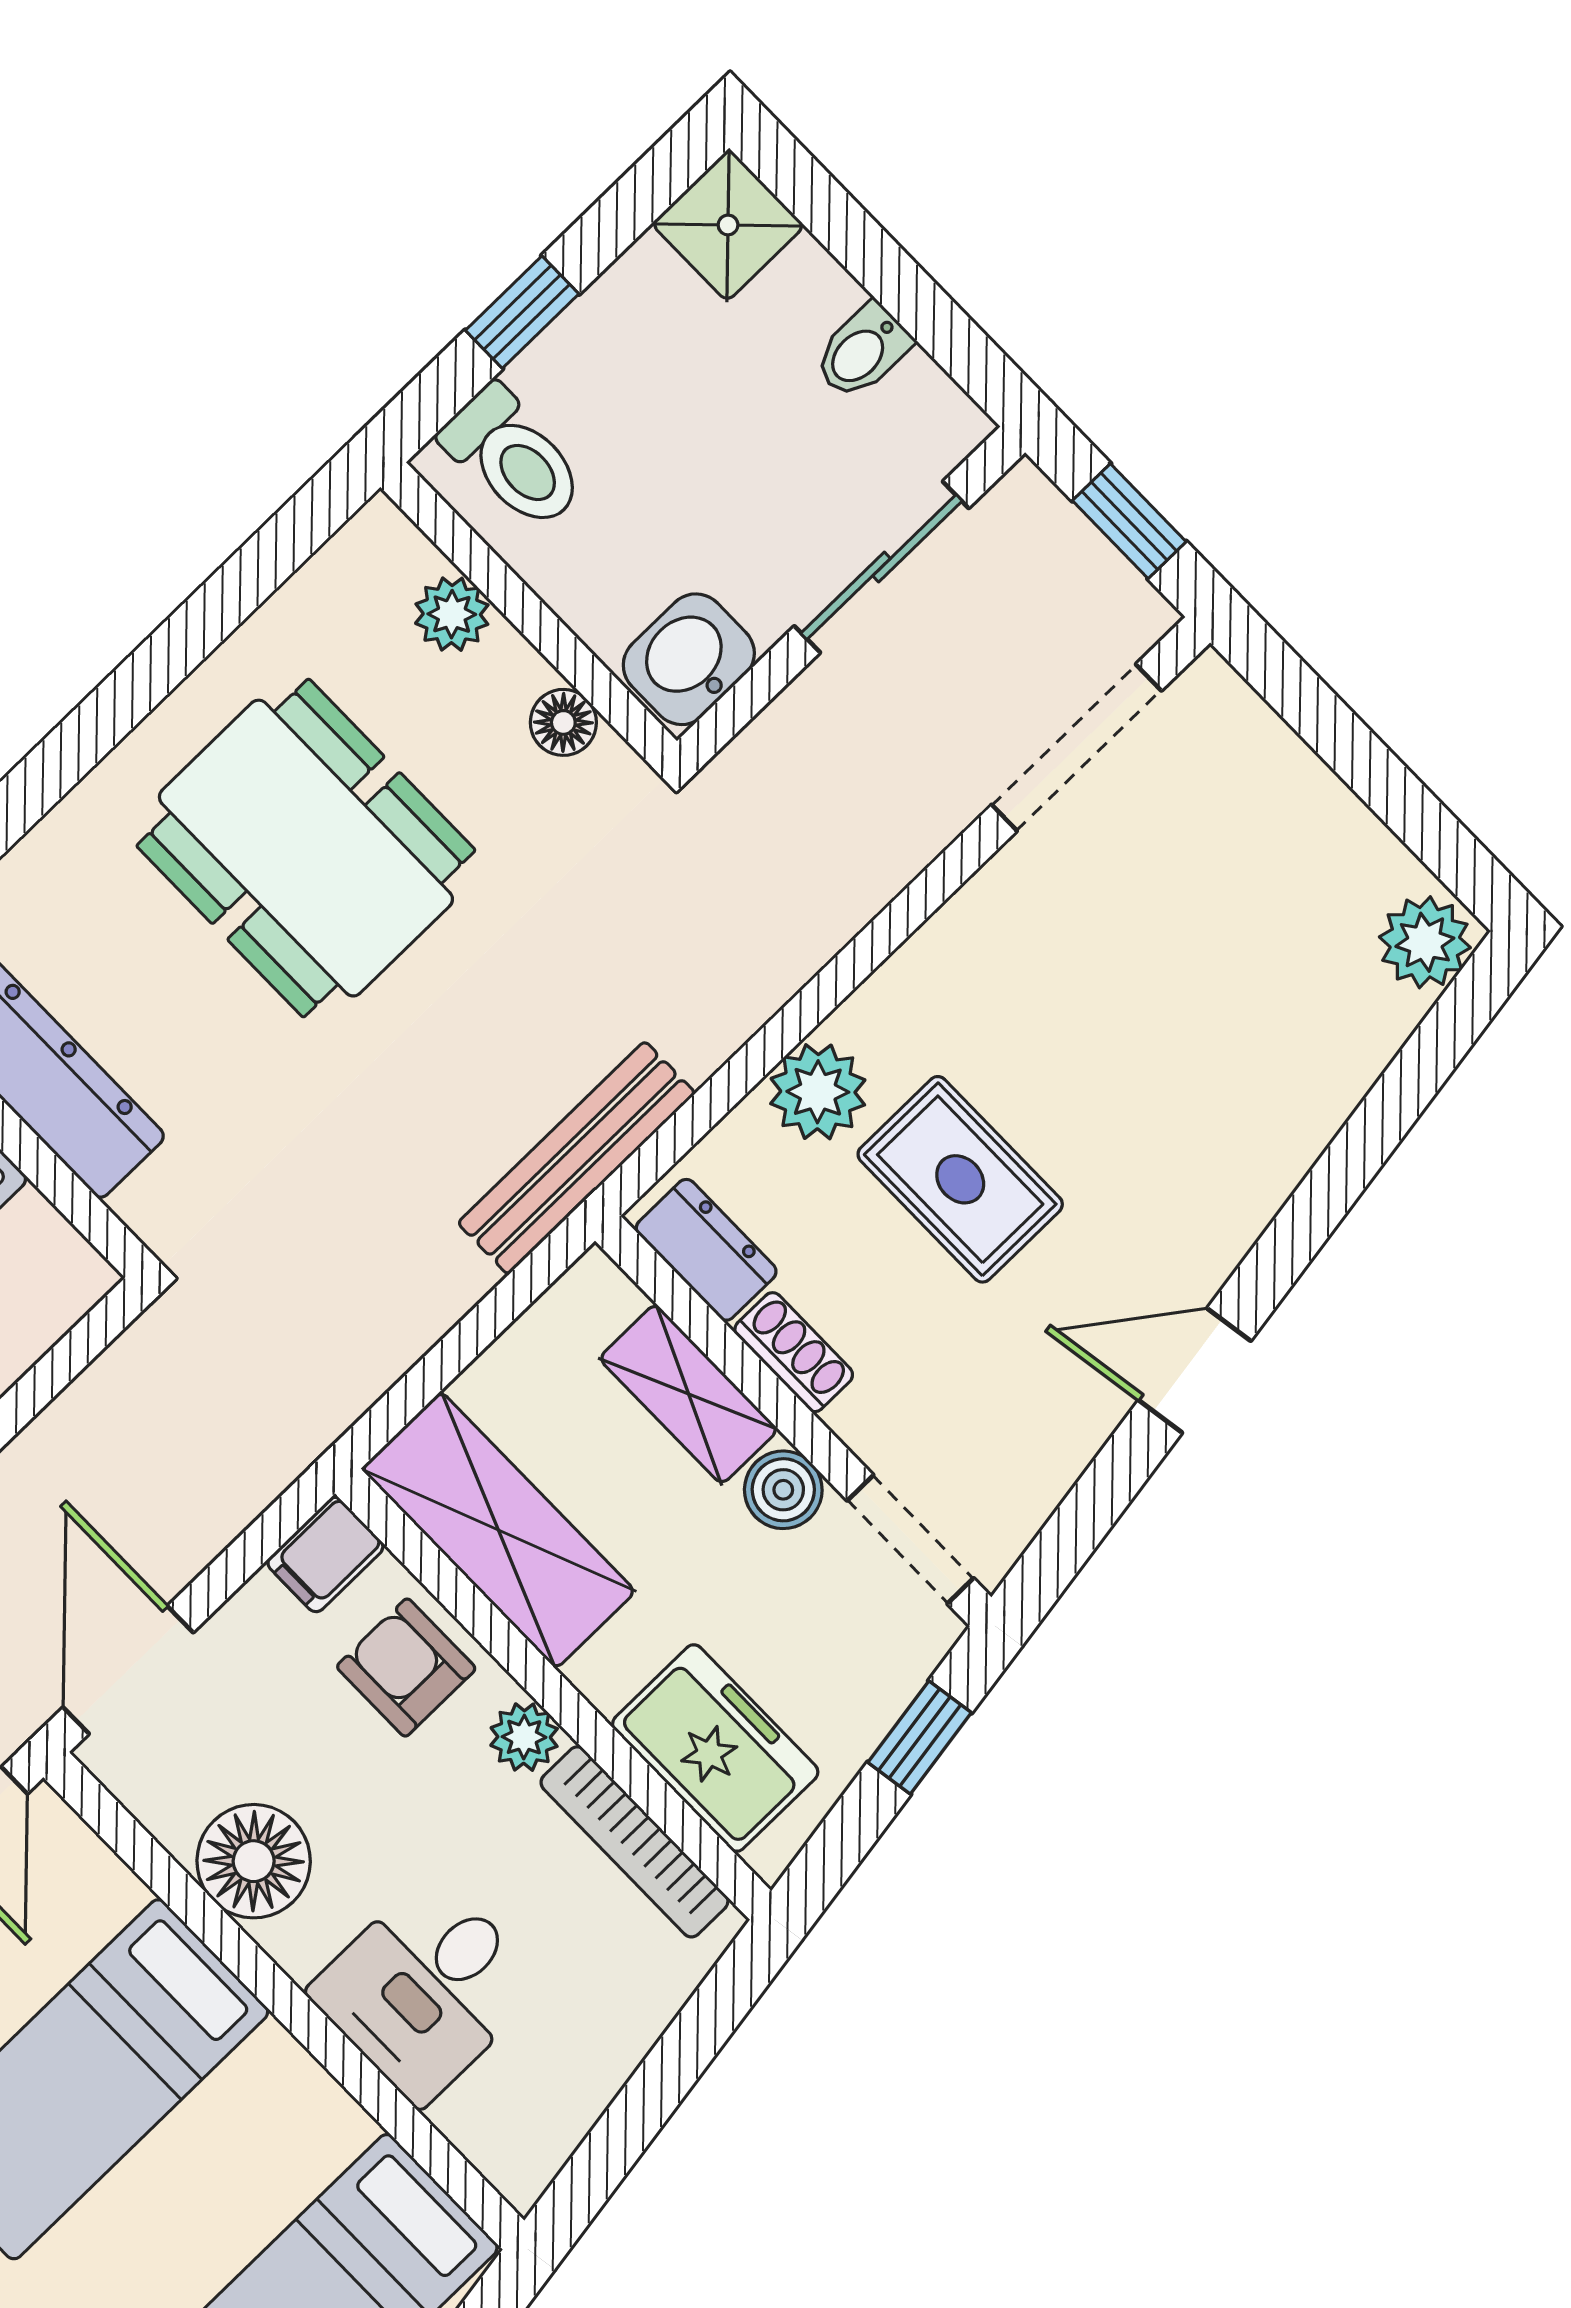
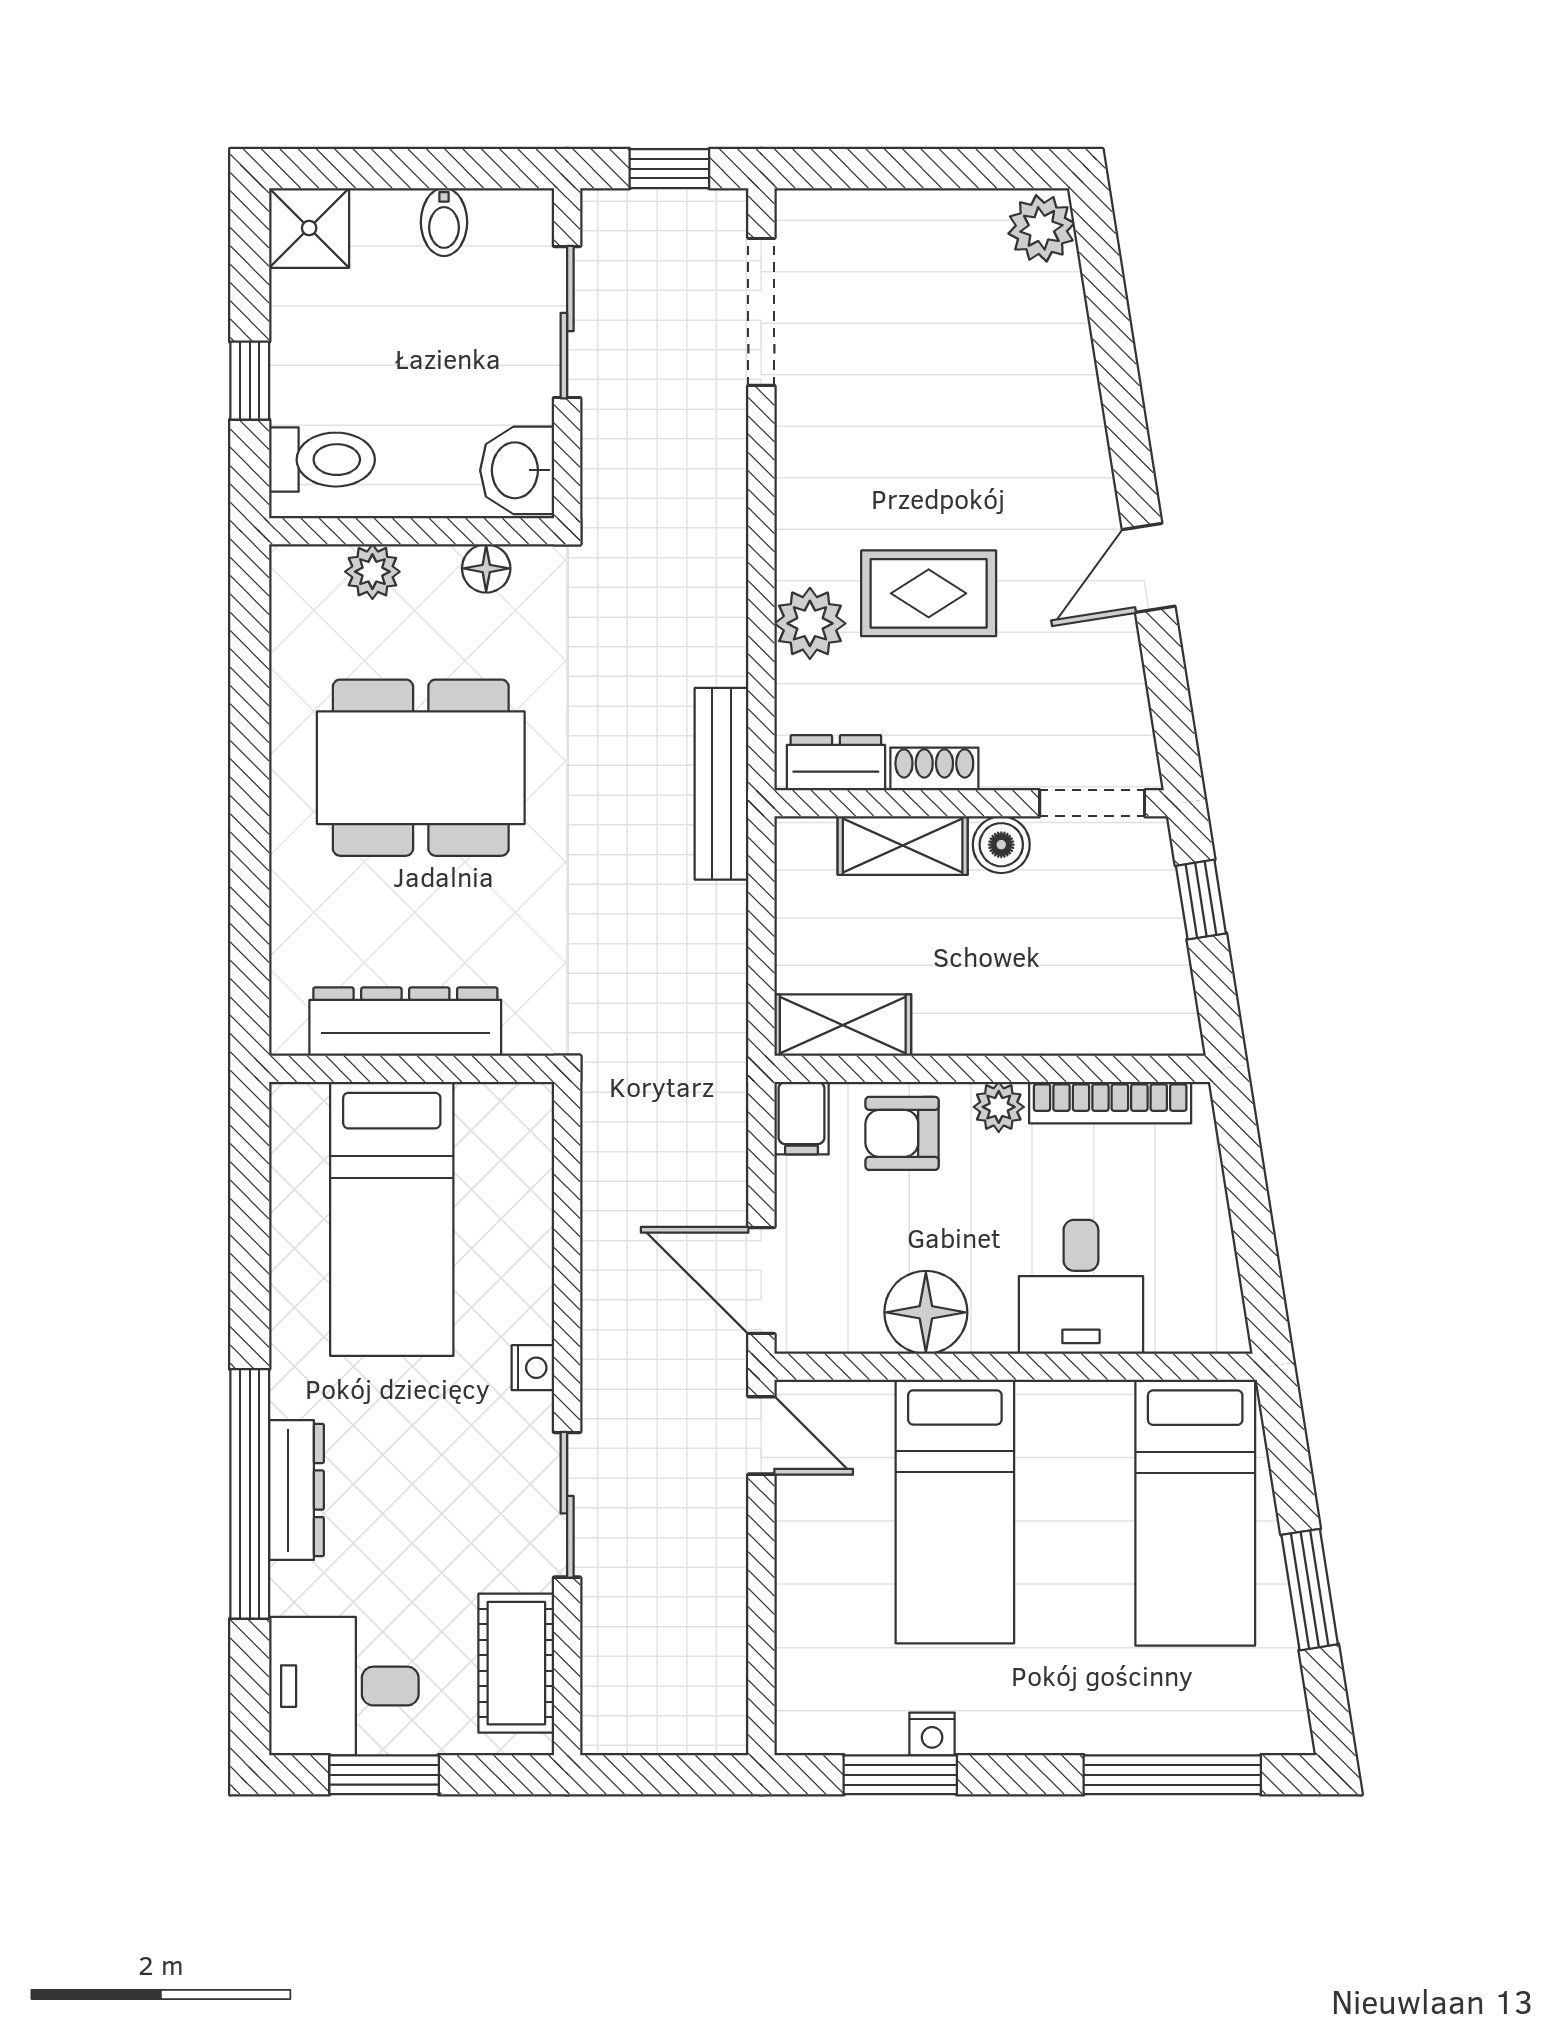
shelving: (498, 1530) -> (843, 1025), width x0.67, depth x0.75
freezer: (715, 1748) -> (1102, 1012), removed

